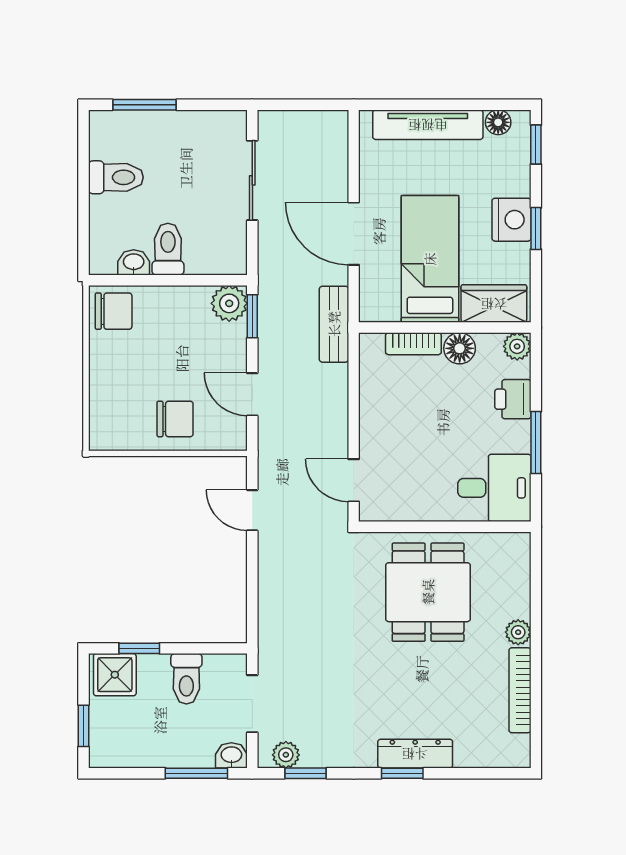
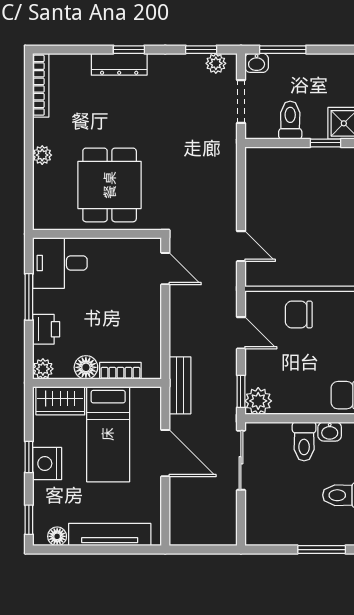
sliding door: (252, 180) -> (241, 460), moved
bookcase: (520, 690) -> (41, 85), moved

